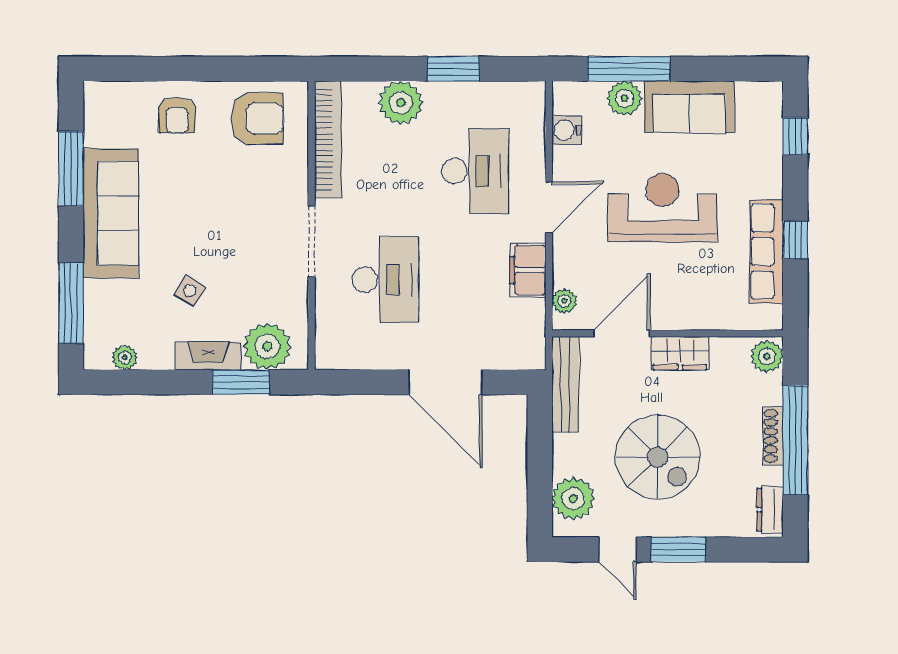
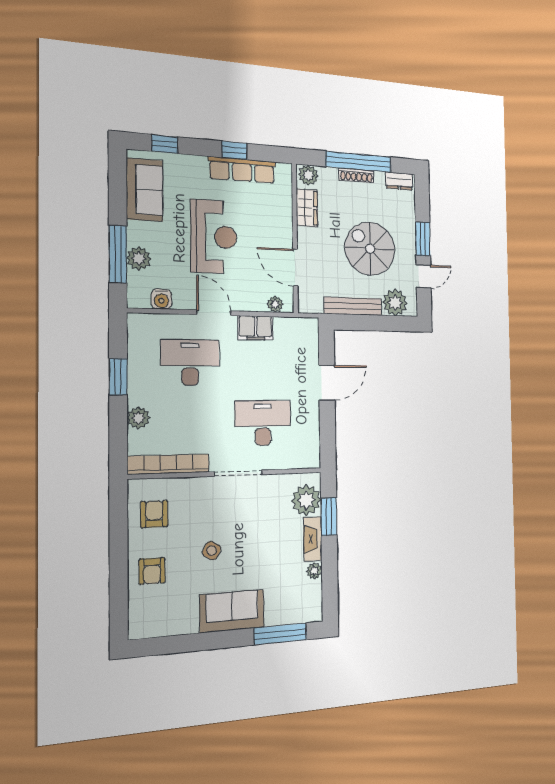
plant: (401, 103) -> (138, 418), width x0.73, depth x0.73
sofa: (689, 107) -> (145, 190), moved
armchair: (177, 115) -> (152, 571), turned 90
armchair: (257, 119) -> (154, 514), width x0.72, depth x0.72
window: (71, 169) -> (190, 643), removed
reception desk: (662, 208) -> (214, 237), turned 180
sofa: (111, 213) -> (232, 611), width x0.73
side table: (190, 291) -> (212, 551), moved
wardrobe: (680, 353) -> (307, 208), moved
plant: (125, 357) -> (314, 571), moved
door: (445, 382) -> (327, 383), width x0.73
bench: (565, 384) -> (353, 306), moved
spiral stairs: (658, 457) -> (370, 249), turned -90

